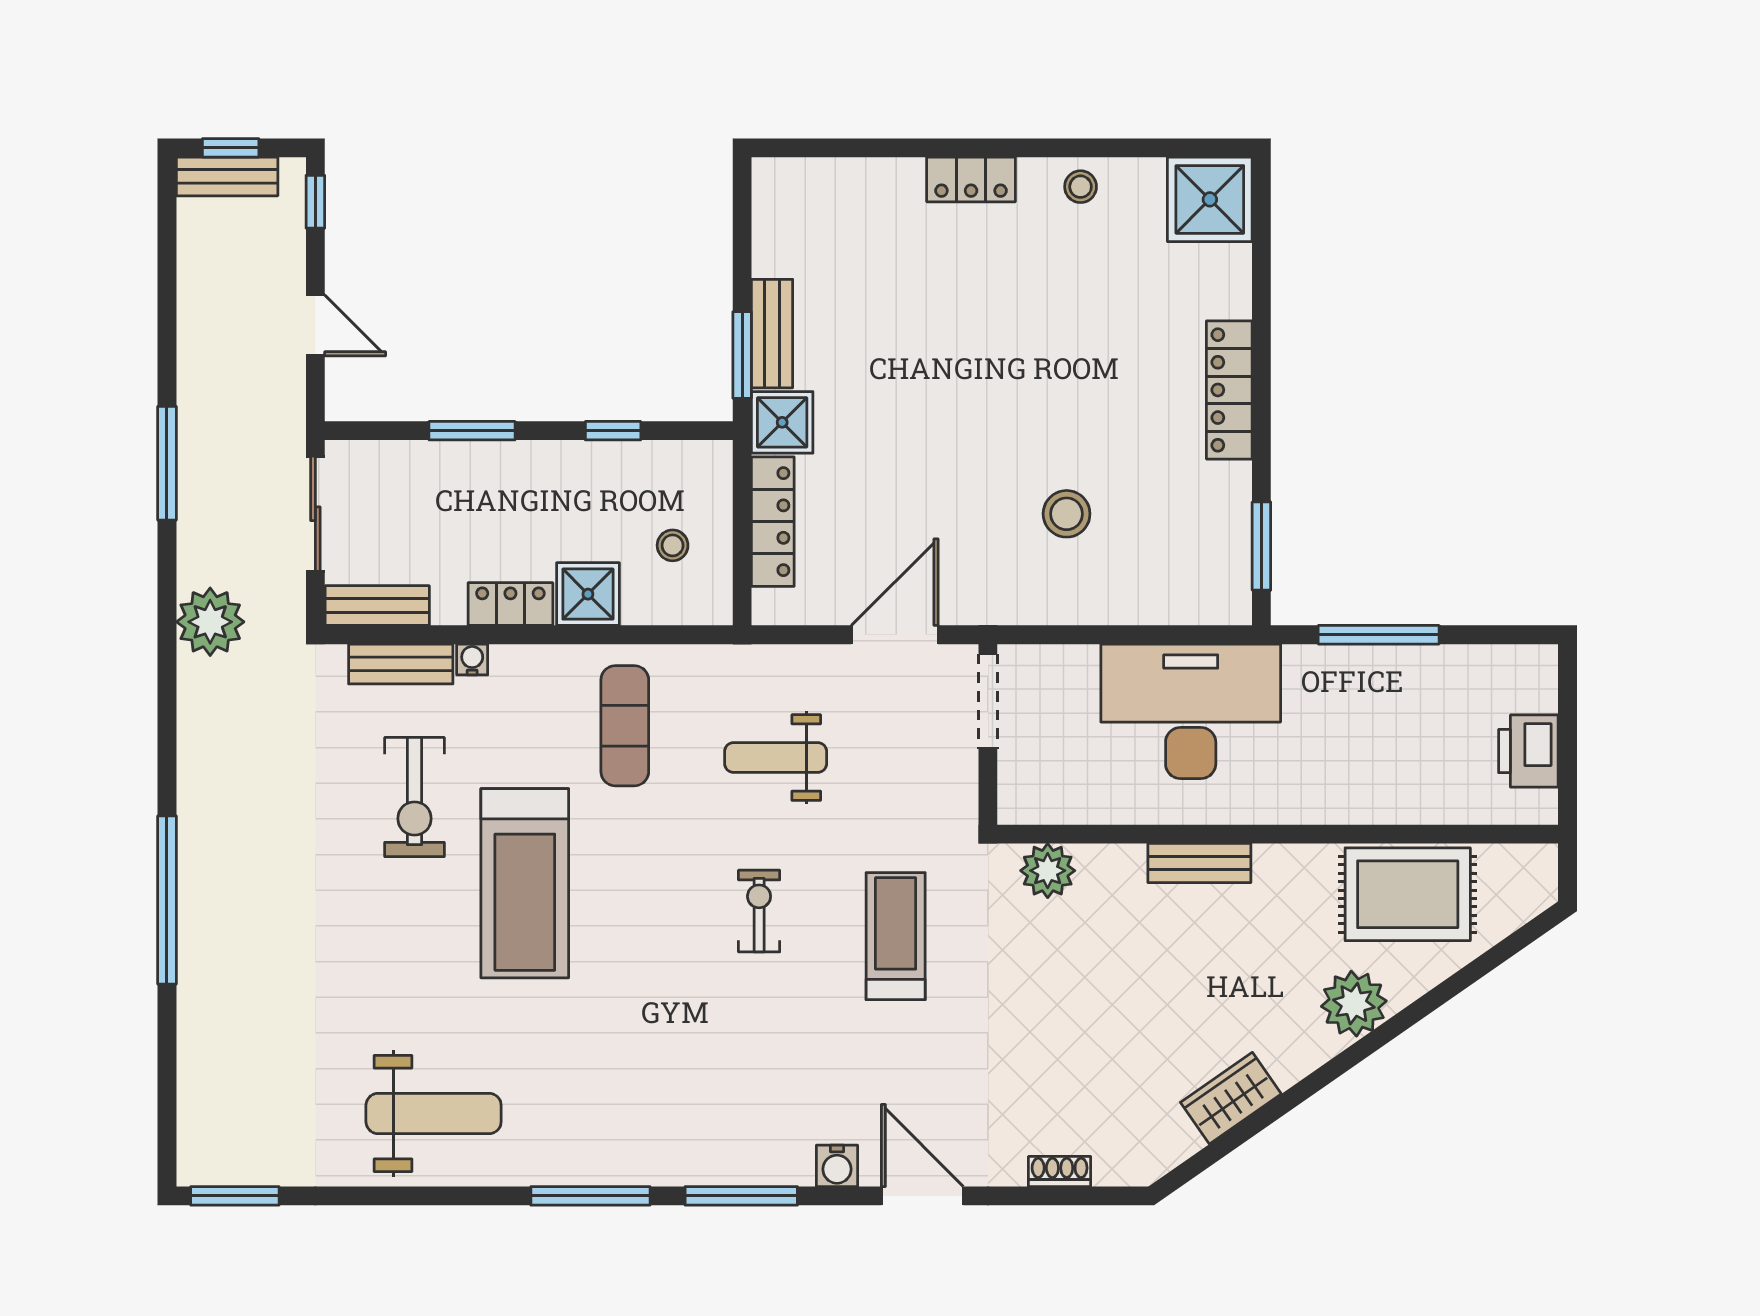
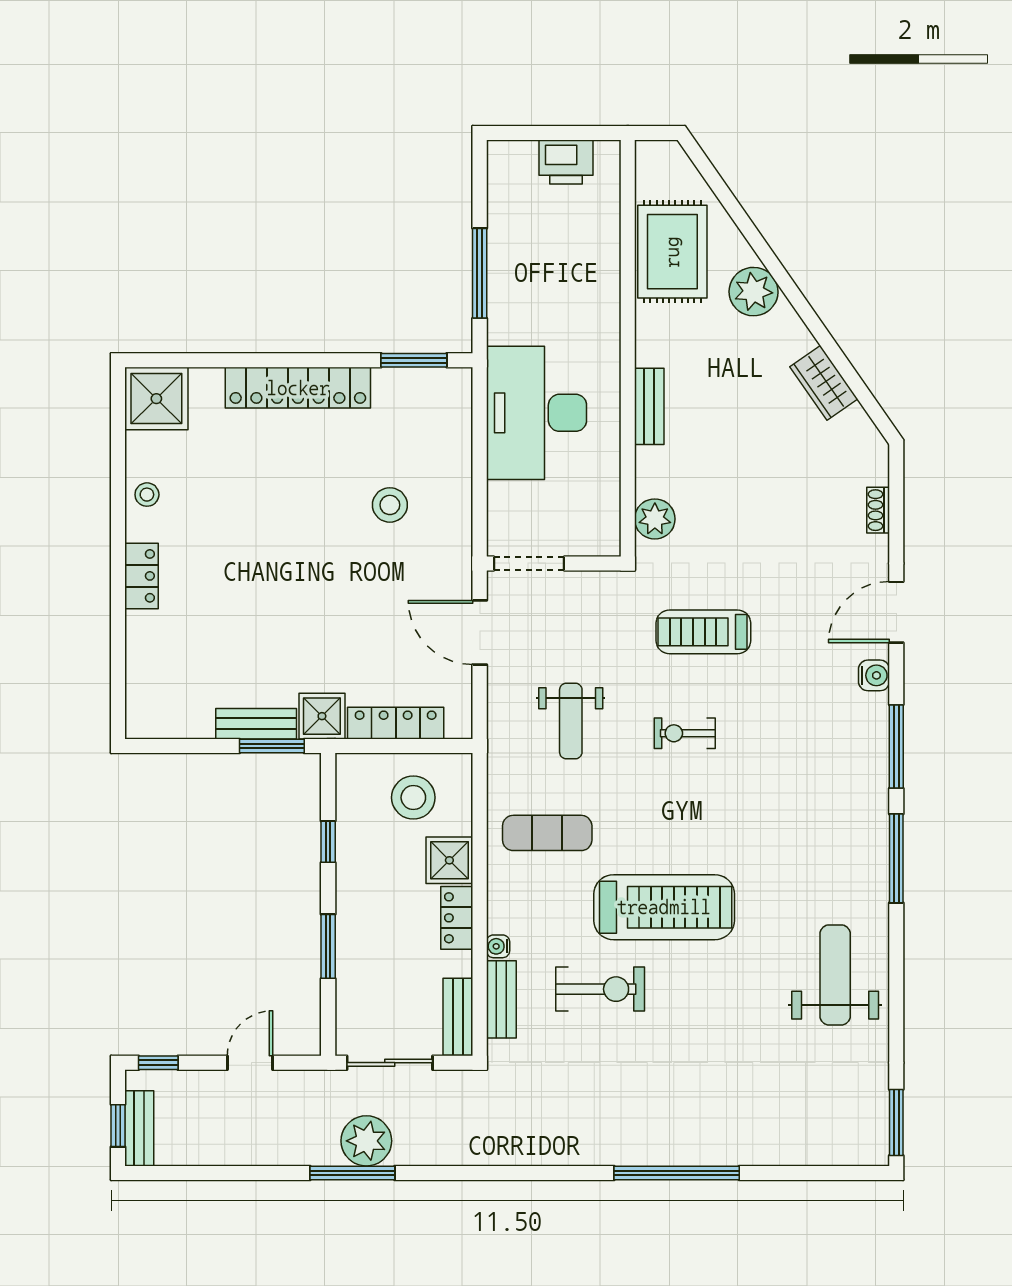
locker: (1229, 390) -> (298, 388), width x1.41, depth x1.21
stool: (673, 545) -> (413, 798), width x1.89, depth x1.89
plant: (210, 622) -> (366, 1141), moved

